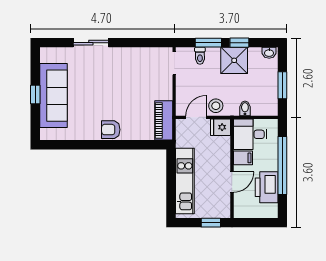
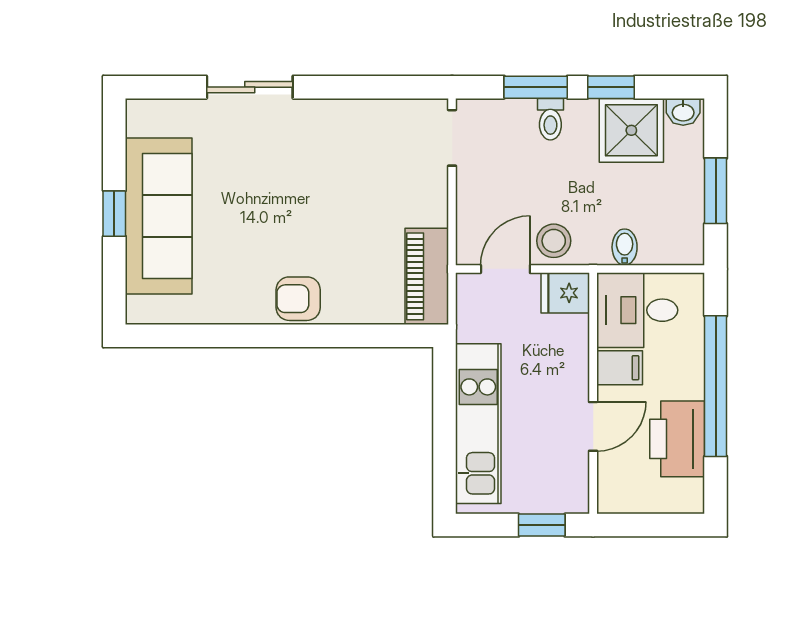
toilet: (200, 56) -> (550, 119), moved
shower: (234, 60) -> (631, 130), moved

